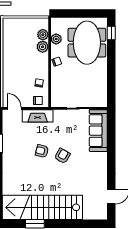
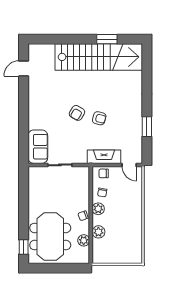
plant: (43, 35) -> (98, 209), moved
sofa: (98, 131) -> (38, 147), width x0.73

